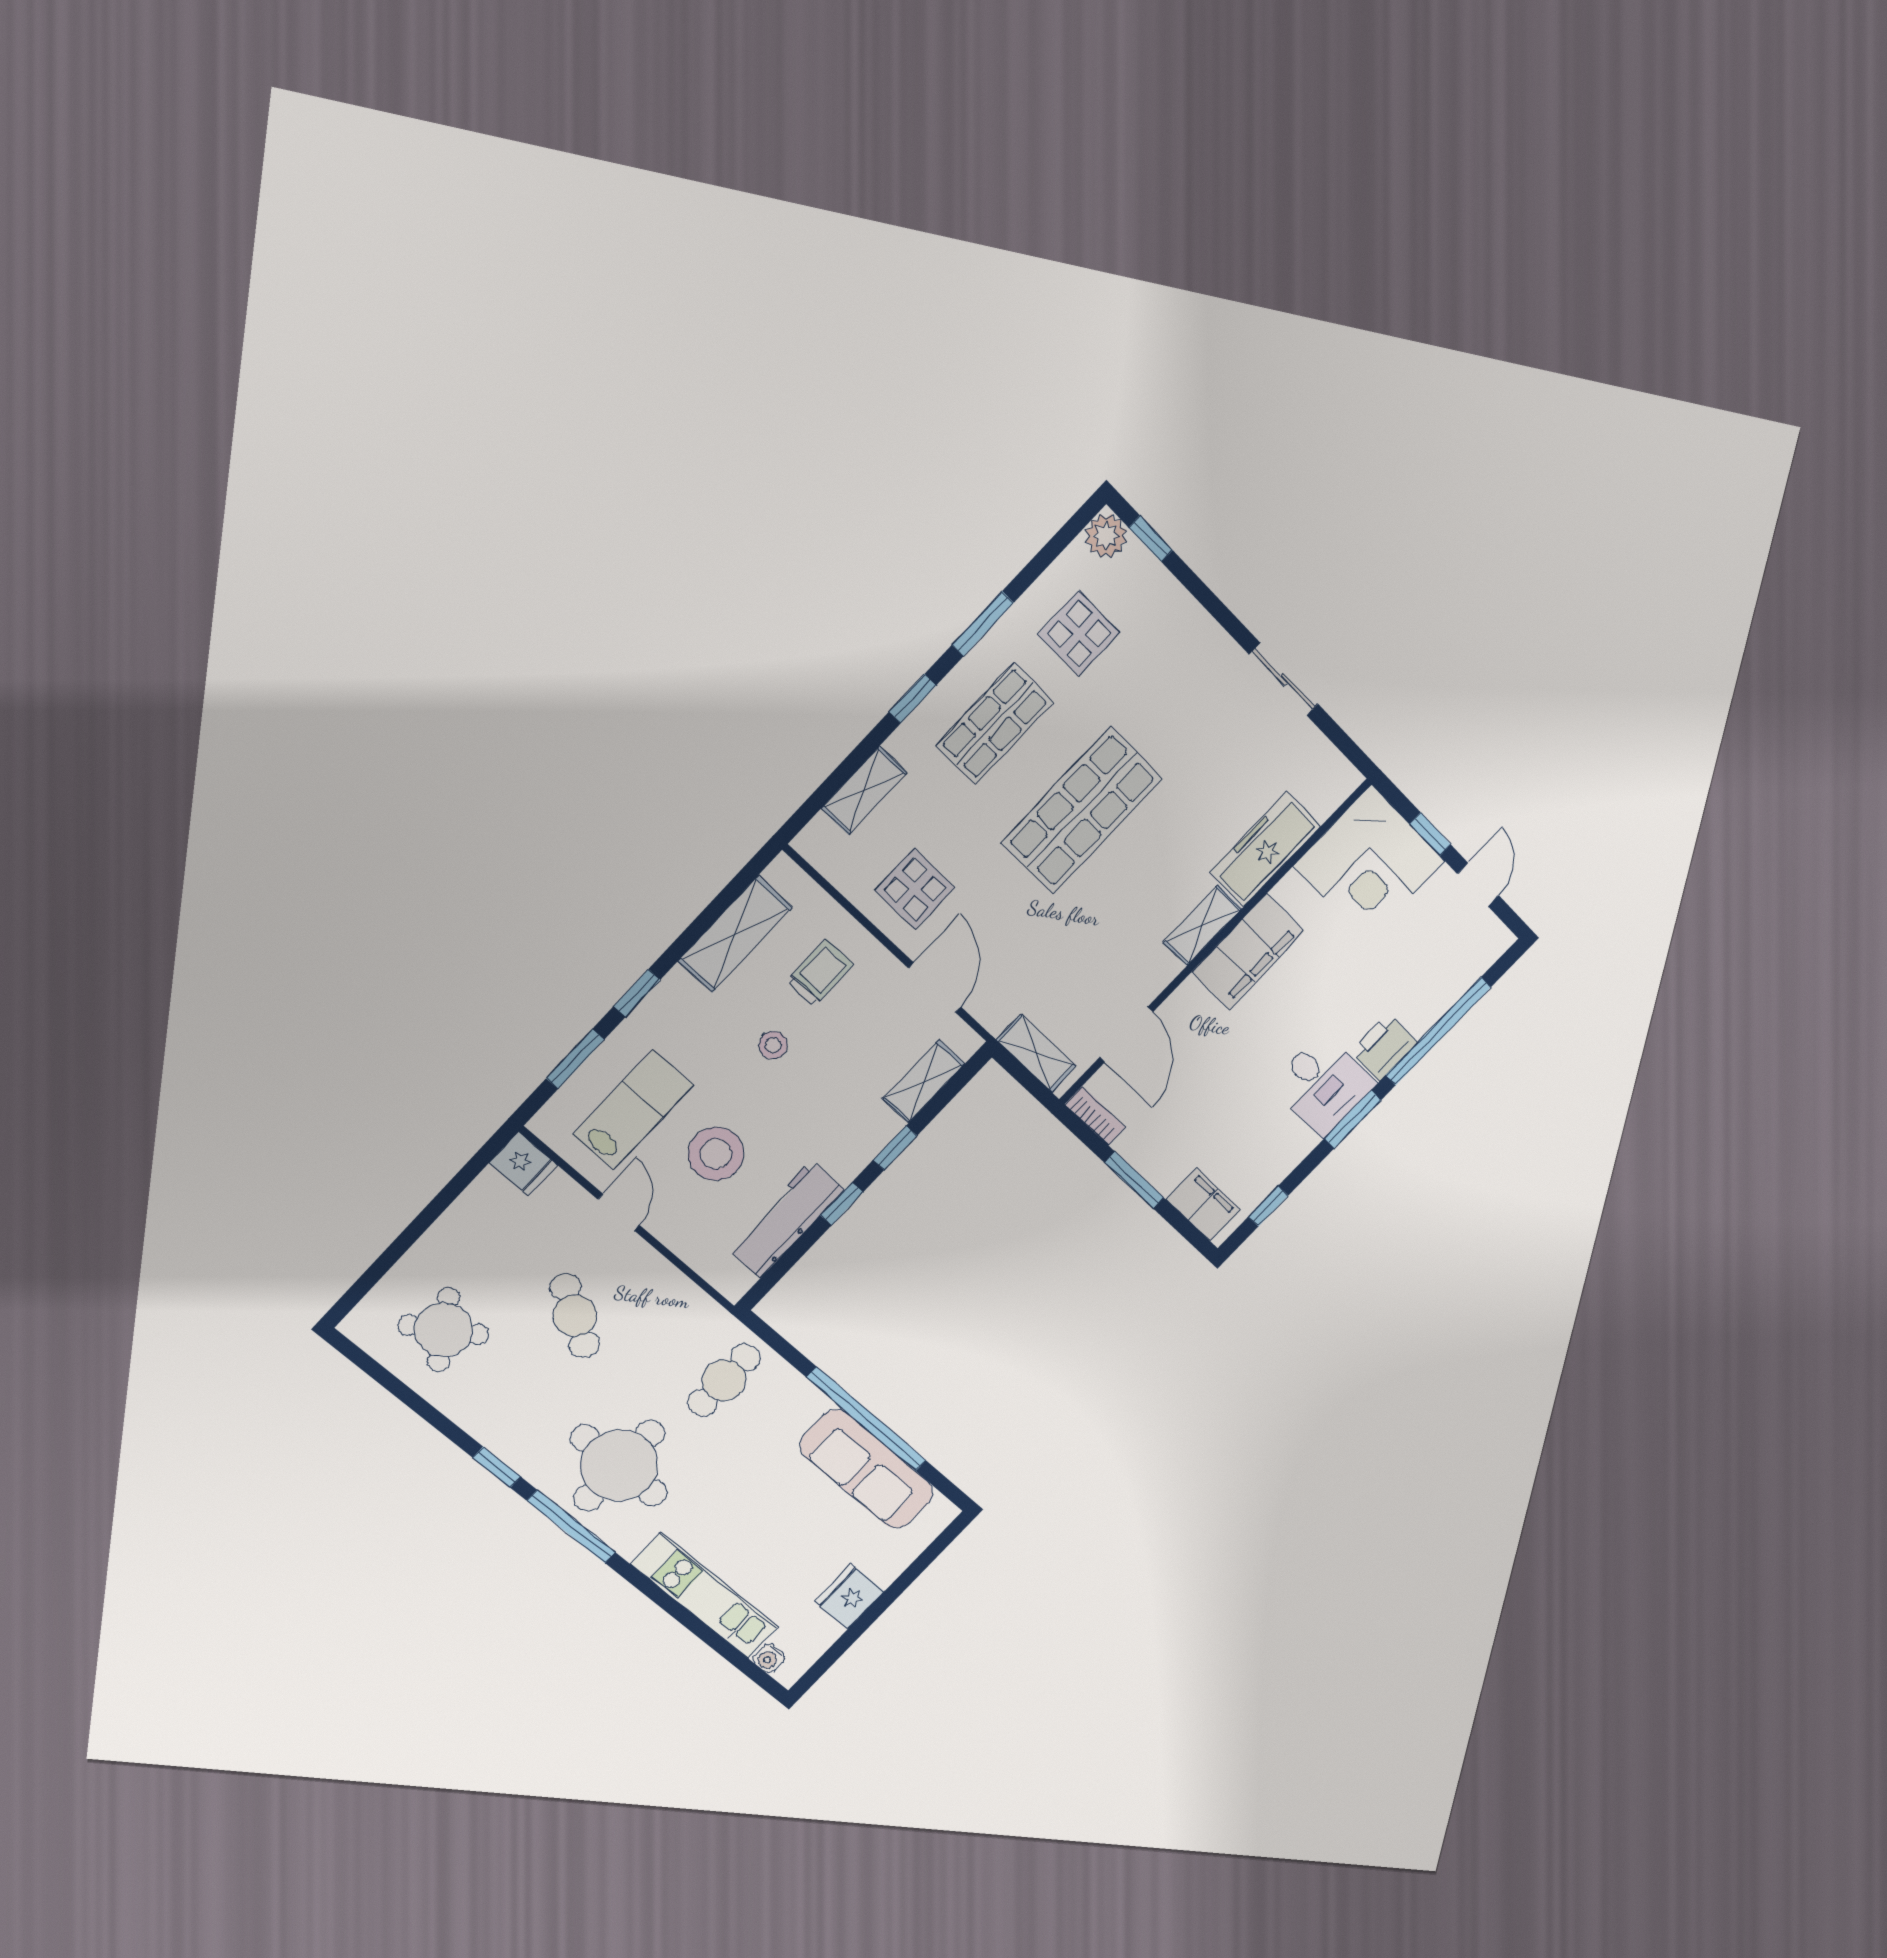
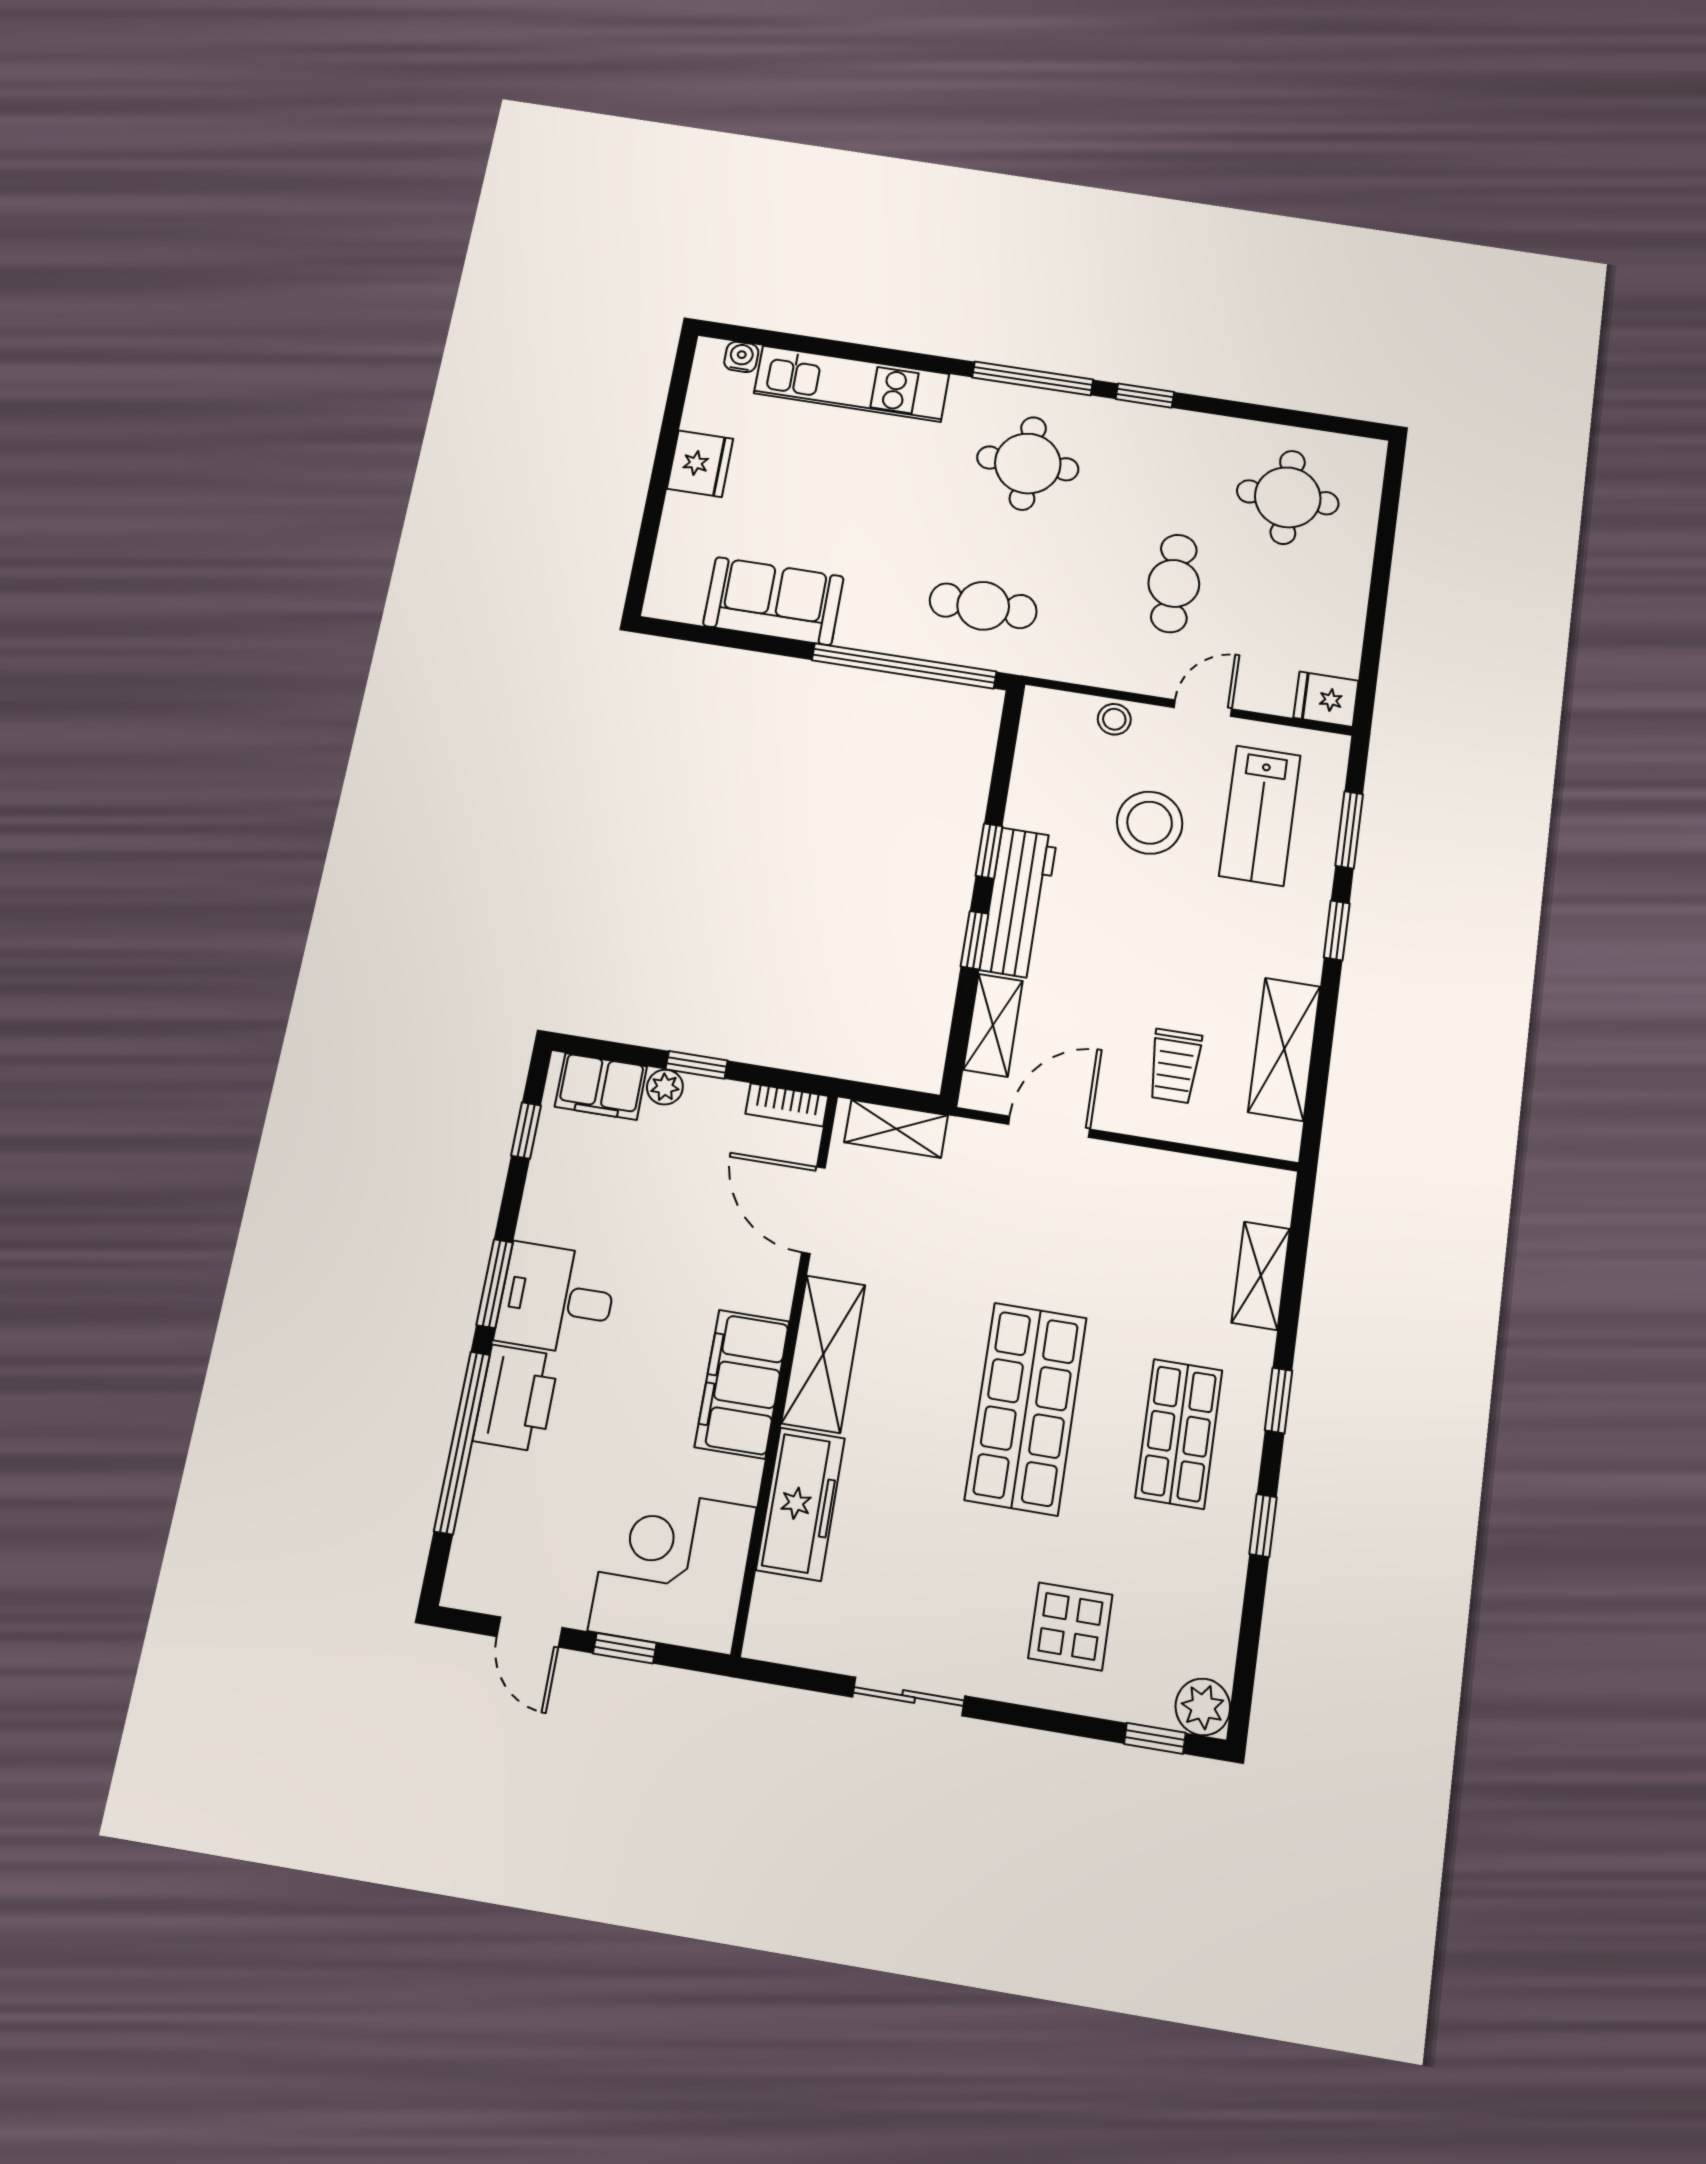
window: (983, 624) -> (1263, 1526), width x0.67
display table: (1079, 634) -> (1070, 1626), moved
display table: (915, 889) -> (1140, 1212), removed
shelving: (1202, 926) -> (823, 1354), width x1.50, depth x1.33
door: (935, 988) -> (1049, 1127), swing flipped
stool: (773, 1045) -> (1114, 719), moved
printer: (1384, 1047) -> (516, 1398), width x1.37, depth x1.19
plant: (1164, 1178) -> (665, 1087), added
window: (1134, 1180) -> (697, 1065), width x0.67
door: (619, 1212) -> (1203, 708), swing flipped
workbench: (786, 1219) -> (1019, 903), moved
cafe table: (575, 1316) -> (1174, 583), turned 59
round table: (443, 1330) -> (1288, 497), turned 33
cafe table: (724, 1380) -> (983, 606), turned 90
window: (867, 1419) -> (904, 666), moved
round table: (619, 1466) -> (1028, 463), width x0.73, depth x0.73
sofa: (867, 1469) -> (773, 601), width x0.73

